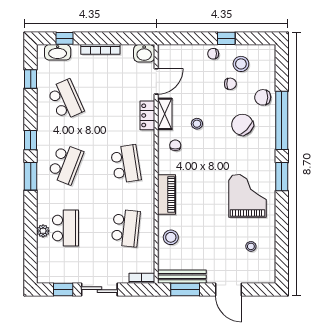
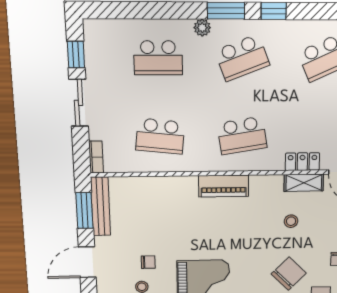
chair: (175, 145) -> (148, 262), moved
school desk: (65, 164) -> (242, 58), turned -42
piano: (167, 194) -> (224, 186), moved
plant: (43, 231) -> (202, 28), moved
stool: (171, 237) -> (150, 192), removed

